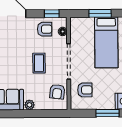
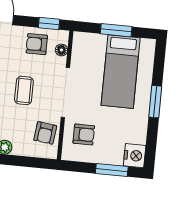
armchair: (45, 29) -> (37, 44), turned 180

